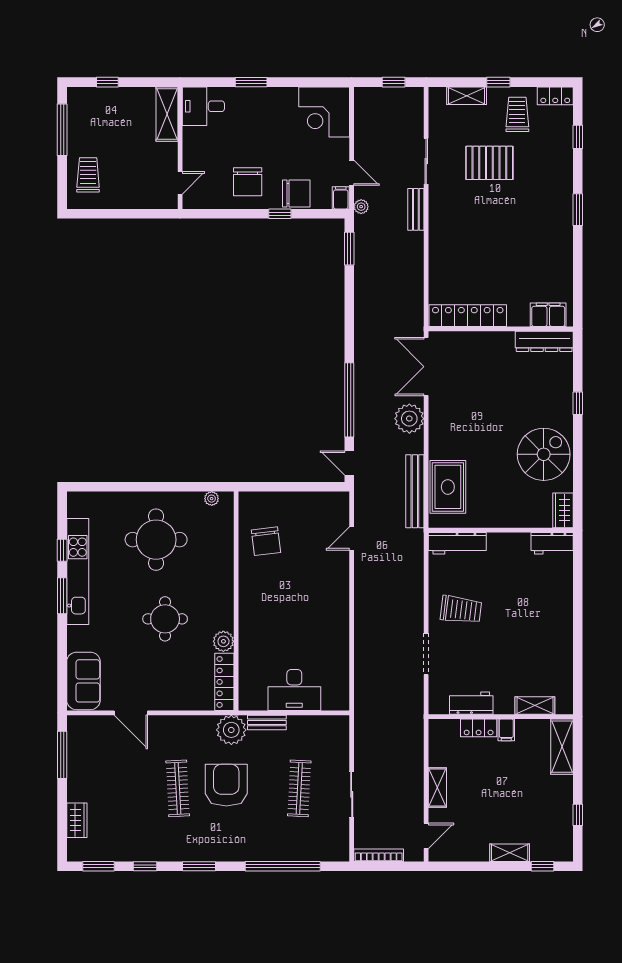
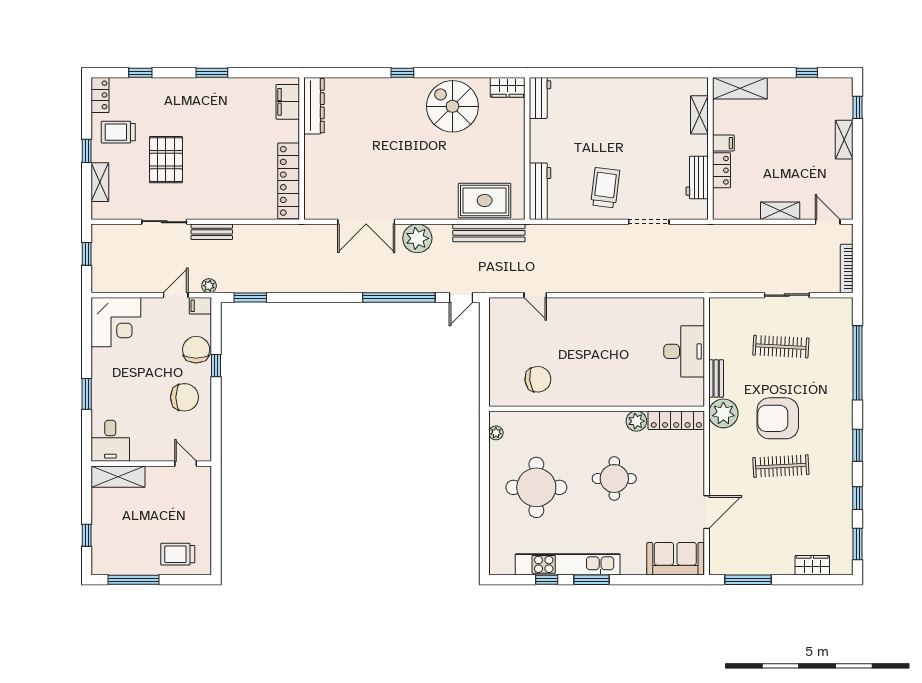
filing cabinet: (548, 315) -> (288, 102), moved
locker: (468, 316) -> (289, 181), moved
wall: (501, 329) -> (302, 148), moved
dresser: (544, 341) -> (314, 106), moved

